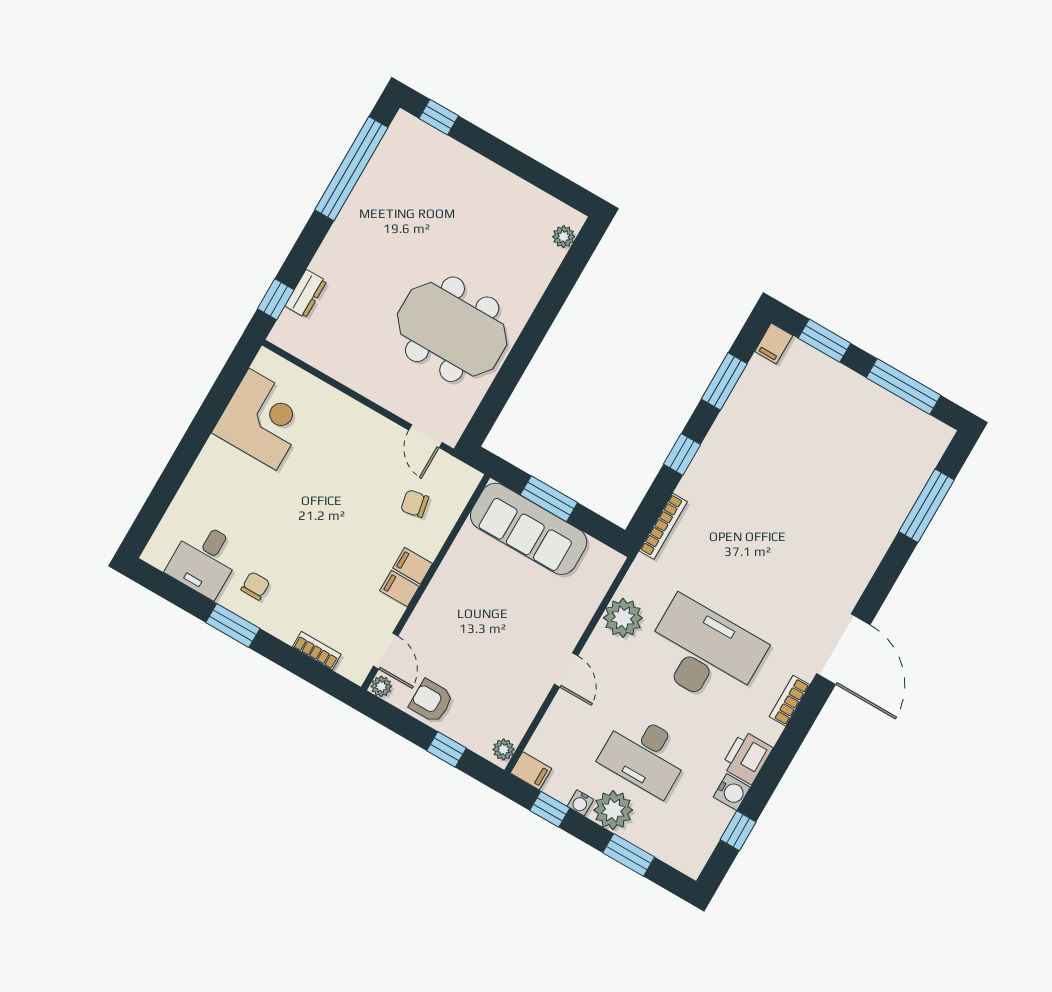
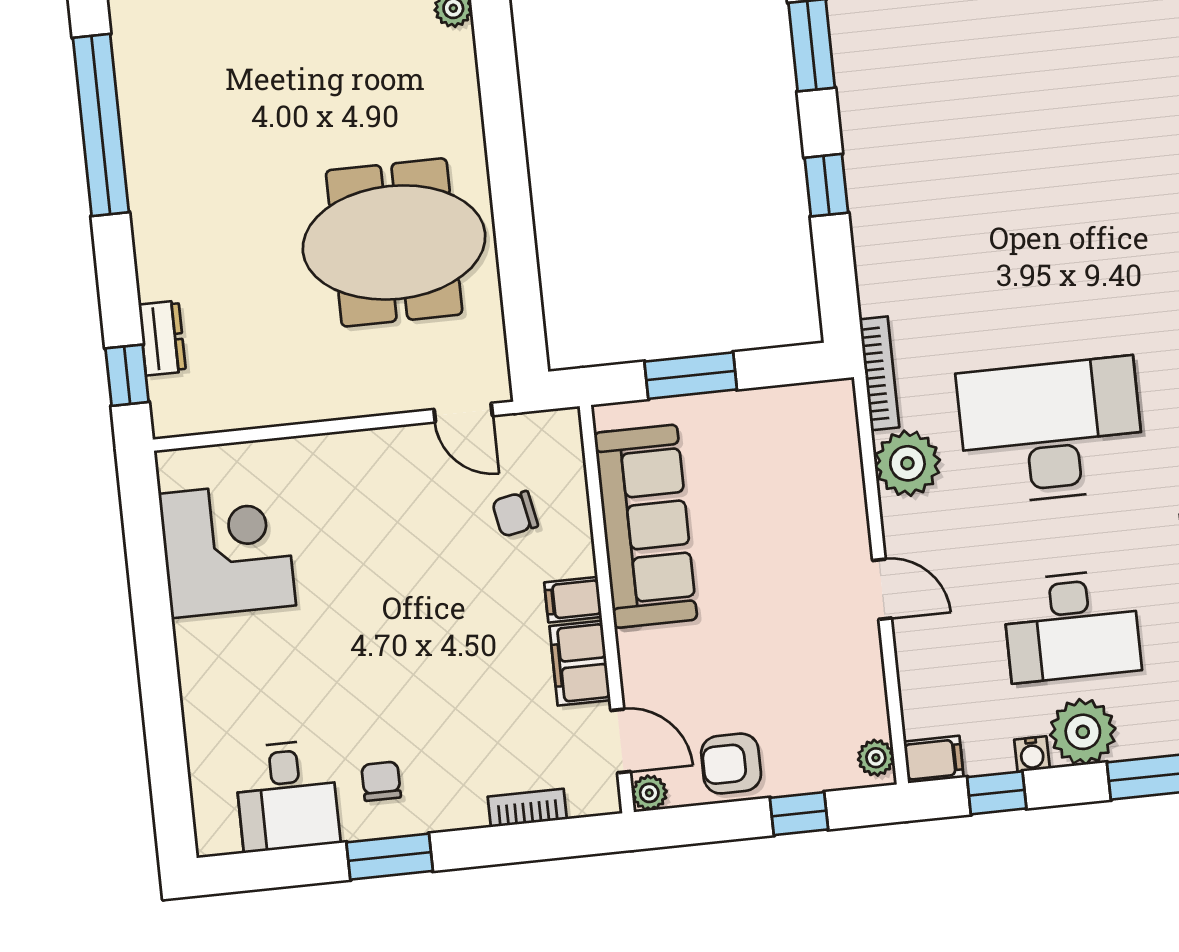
bookcase: (663, 526) -> (879, 373), moved
sofa: (529, 529) -> (646, 526), moved, turned -90
filing cabinet: (400, 589) -> (580, 663), width x2.00

